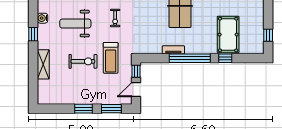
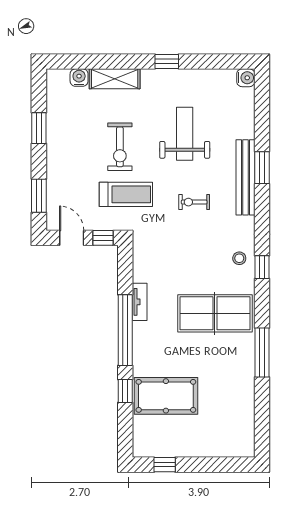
water cooler: (43, 18) -> (79, 78), moved
treadmill: (111, 58) -> (126, 194), turned 180
window: (83, 109) -> (39, 128), moved

